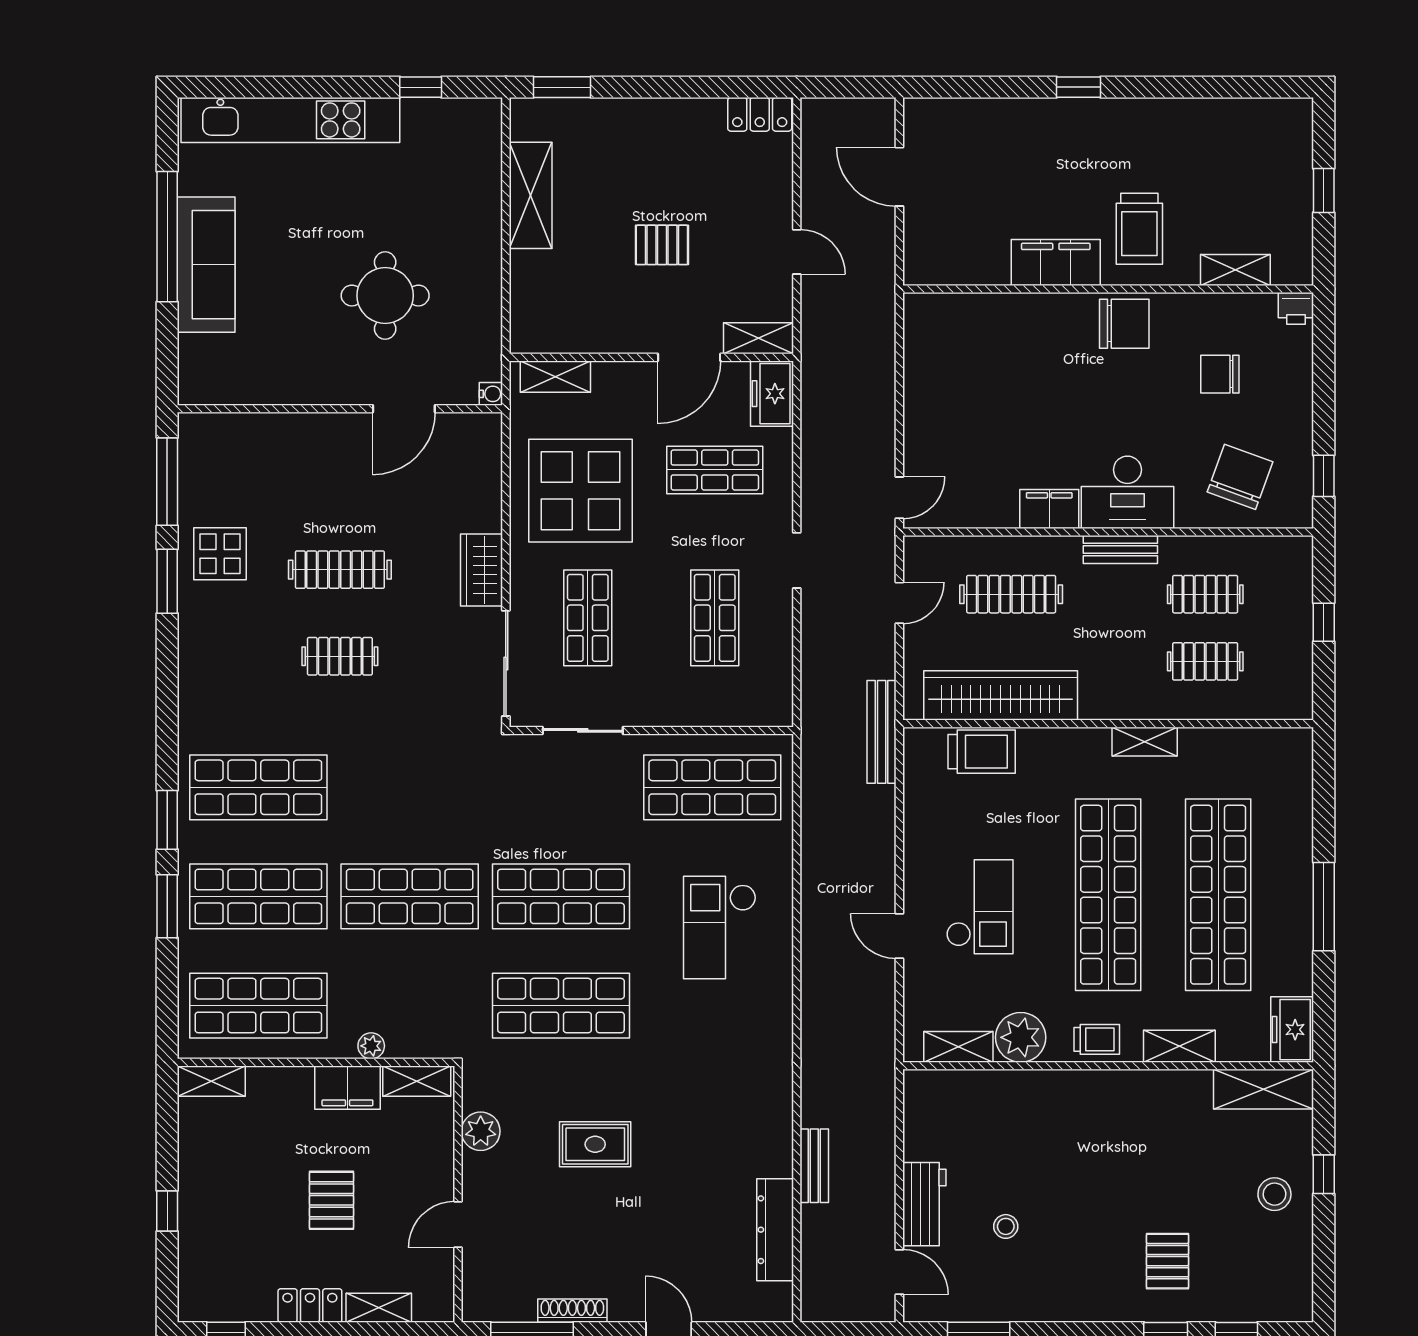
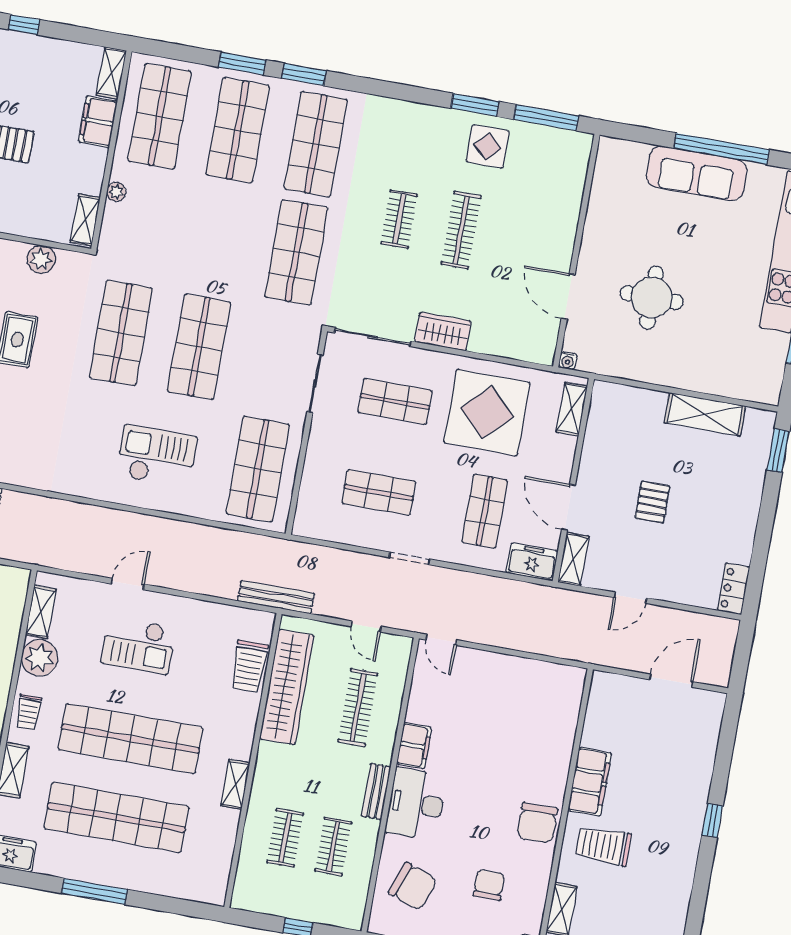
shop shelf: (410, 896) -> (296, 252), moved
filing cabinet: (347, 1088) -> (98, 122), moved

